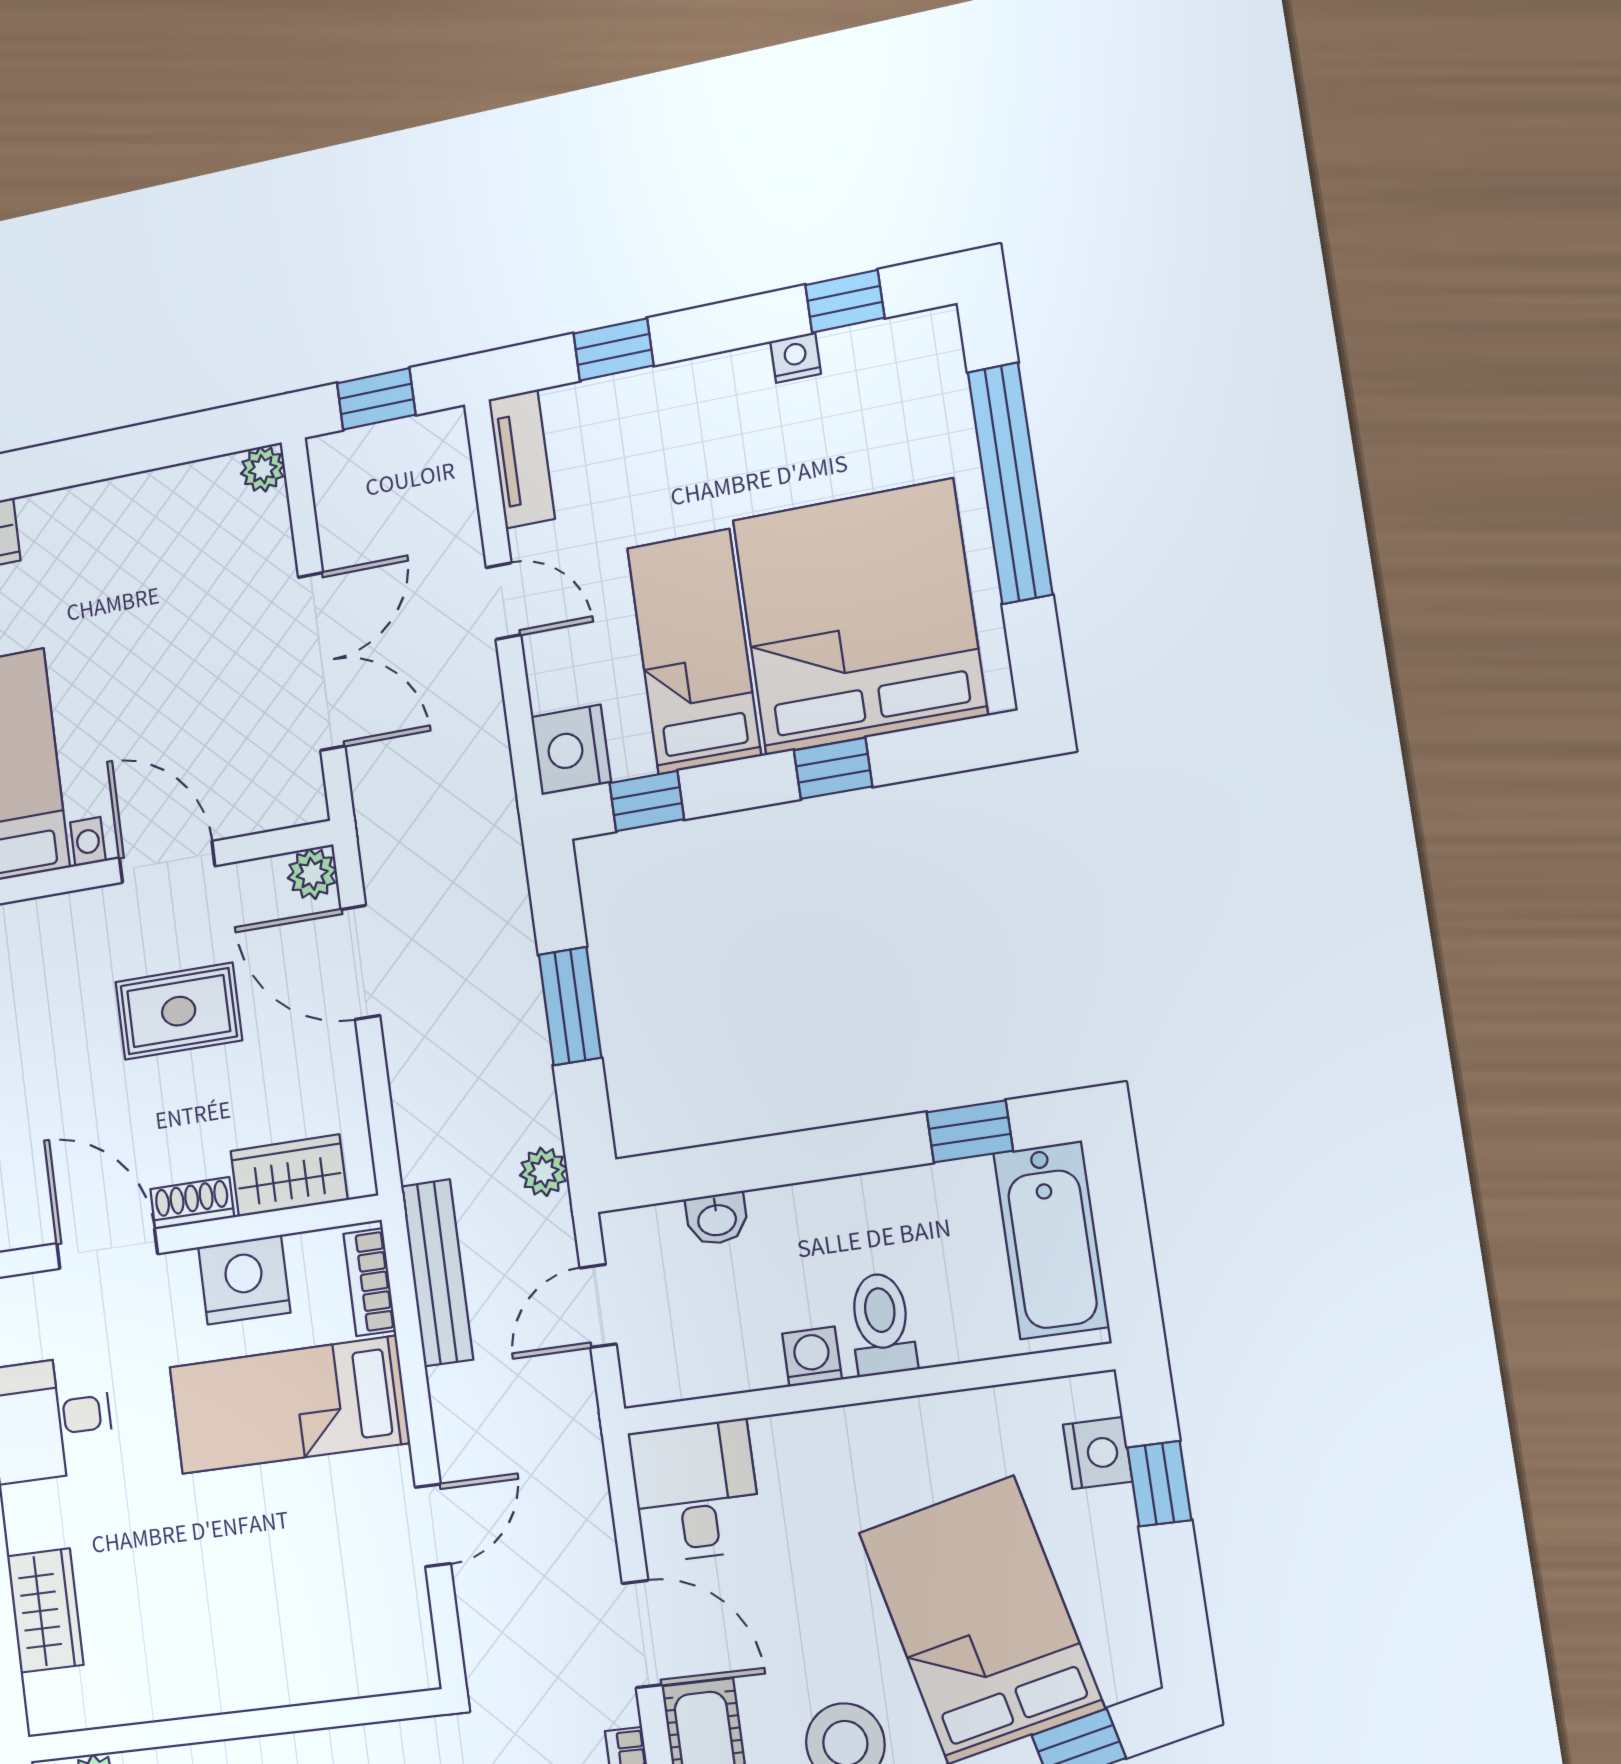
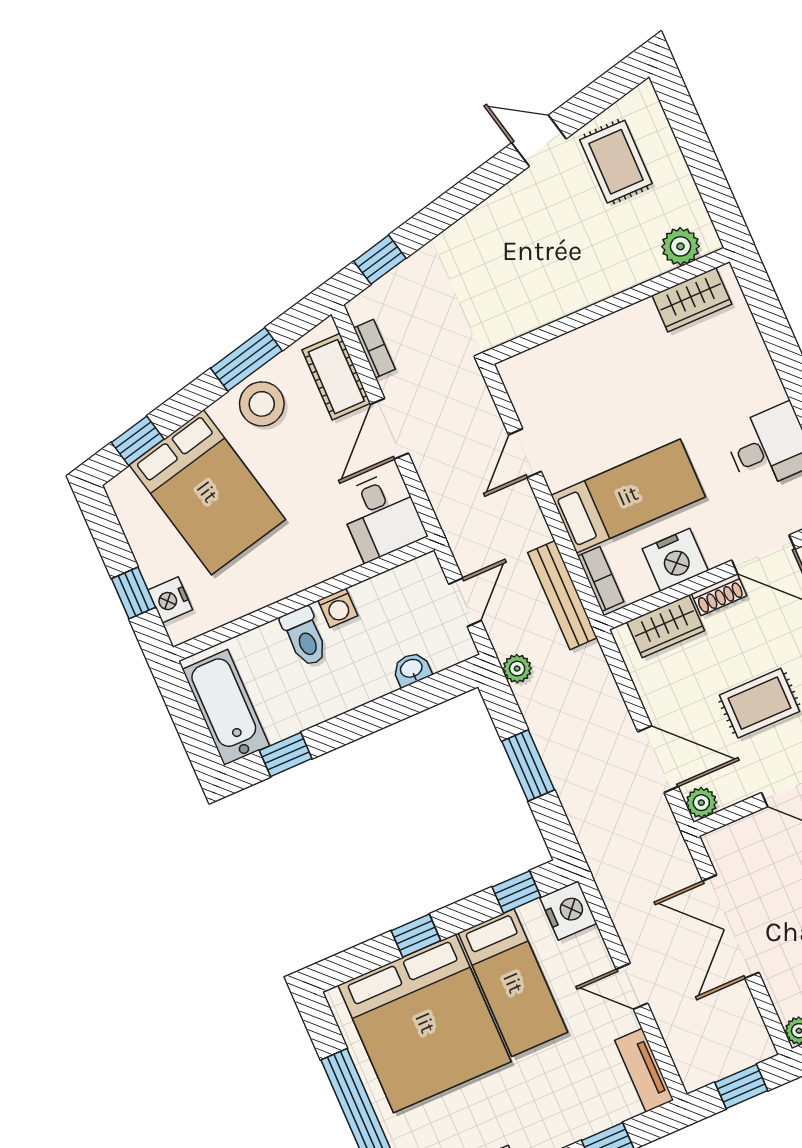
wardrobe: (45, 1610) -> (692, 300), moved, turned -90
door: (642, 1634) -> (389, 429), hinge flipped

